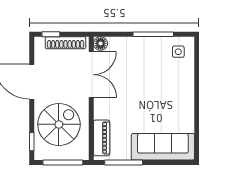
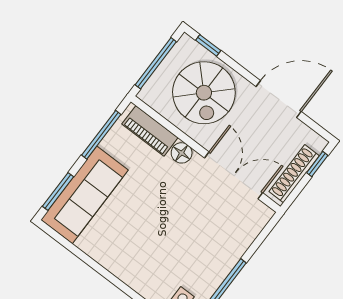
floor lamp: (101, 43) -> (182, 153), moved
double door: (91, 75) -> (234, 175), swing flipped
window: (172, 162) -> (58, 192), added

